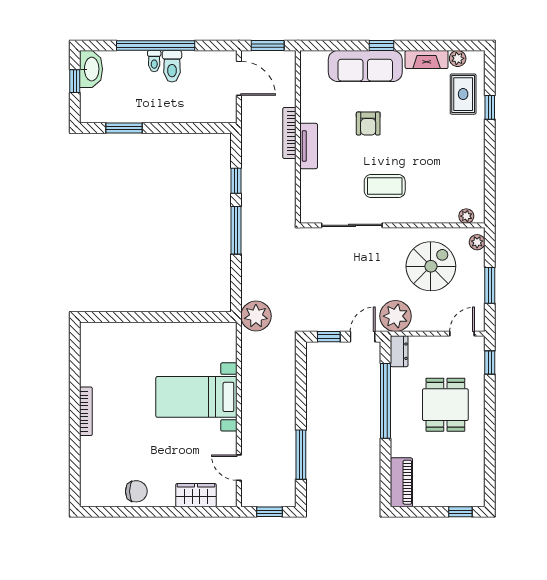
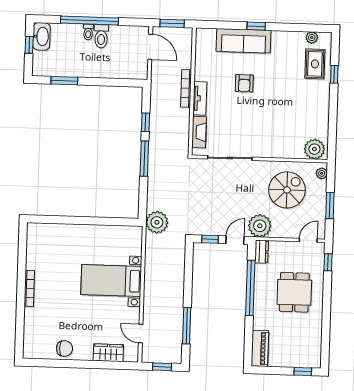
fireplace: (427, 59) -> (199, 132), moved, turned -90
coffee table: (385, 186) -> (255, 130), removed
plant: (466, 216) -> (314, 149), width x1.87, depth x1.87

